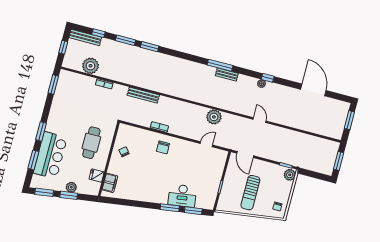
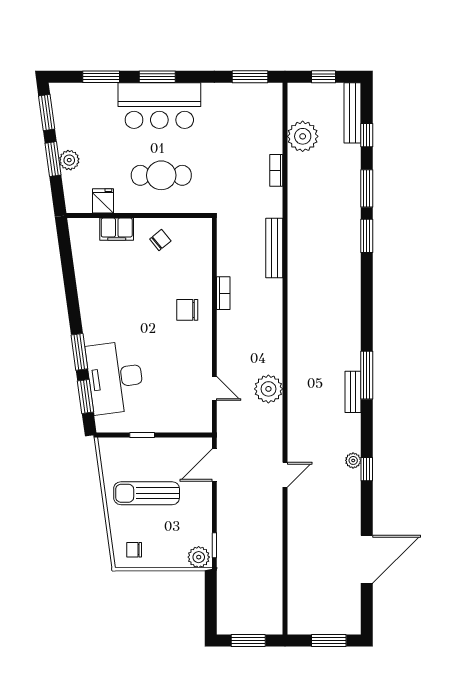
bar counter: (50, 155) -> (159, 106), moved
filing cabinet: (110, 183) -> (117, 229), moved
desk: (182, 196) -> (115, 377), width x1.36, depth x1.30

